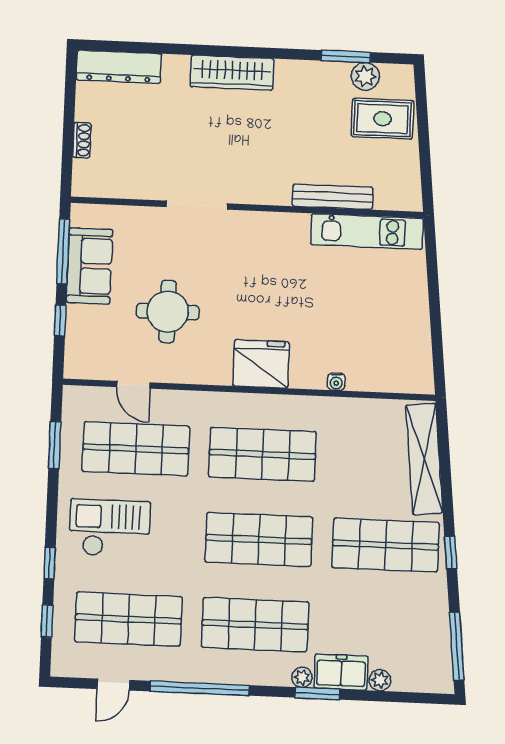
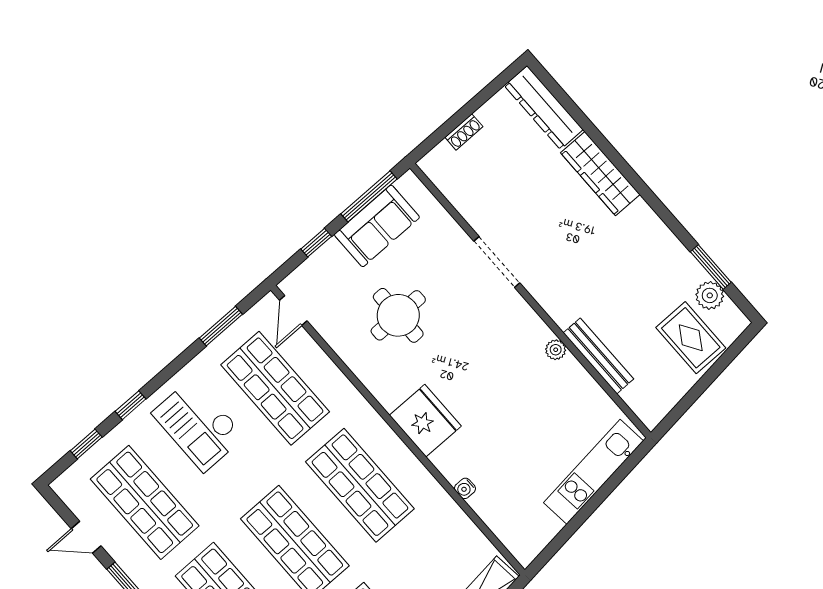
wardrobe: (232, 73) -> (600, 174), moved
plant: (299, 223) -> (556, 350), added
kitchen unit: (367, 232) -> (594, 472), moved, turned 84
door: (133, 385) -> (293, 310), moved
checkout: (110, 528) -> (198, 425), turned 180

